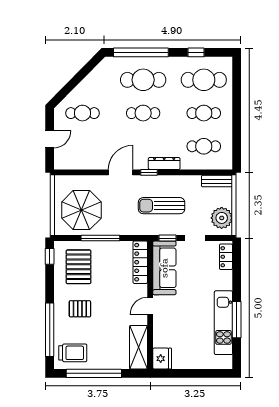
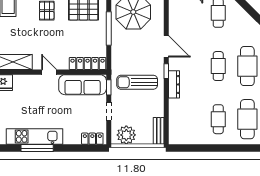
cafe table: (204, 146) -> (189, 119), removed
sun lounger: (162, 206) -> (137, 82), turned -90

